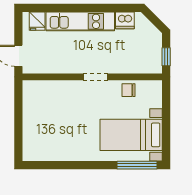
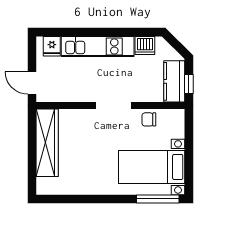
kitchen counter: (152, 54) -> (174, 81), added
doorway: (95, 77) -> (114, 105), width x1.38
wardrobe: (33, 112) -> (47, 143), added

